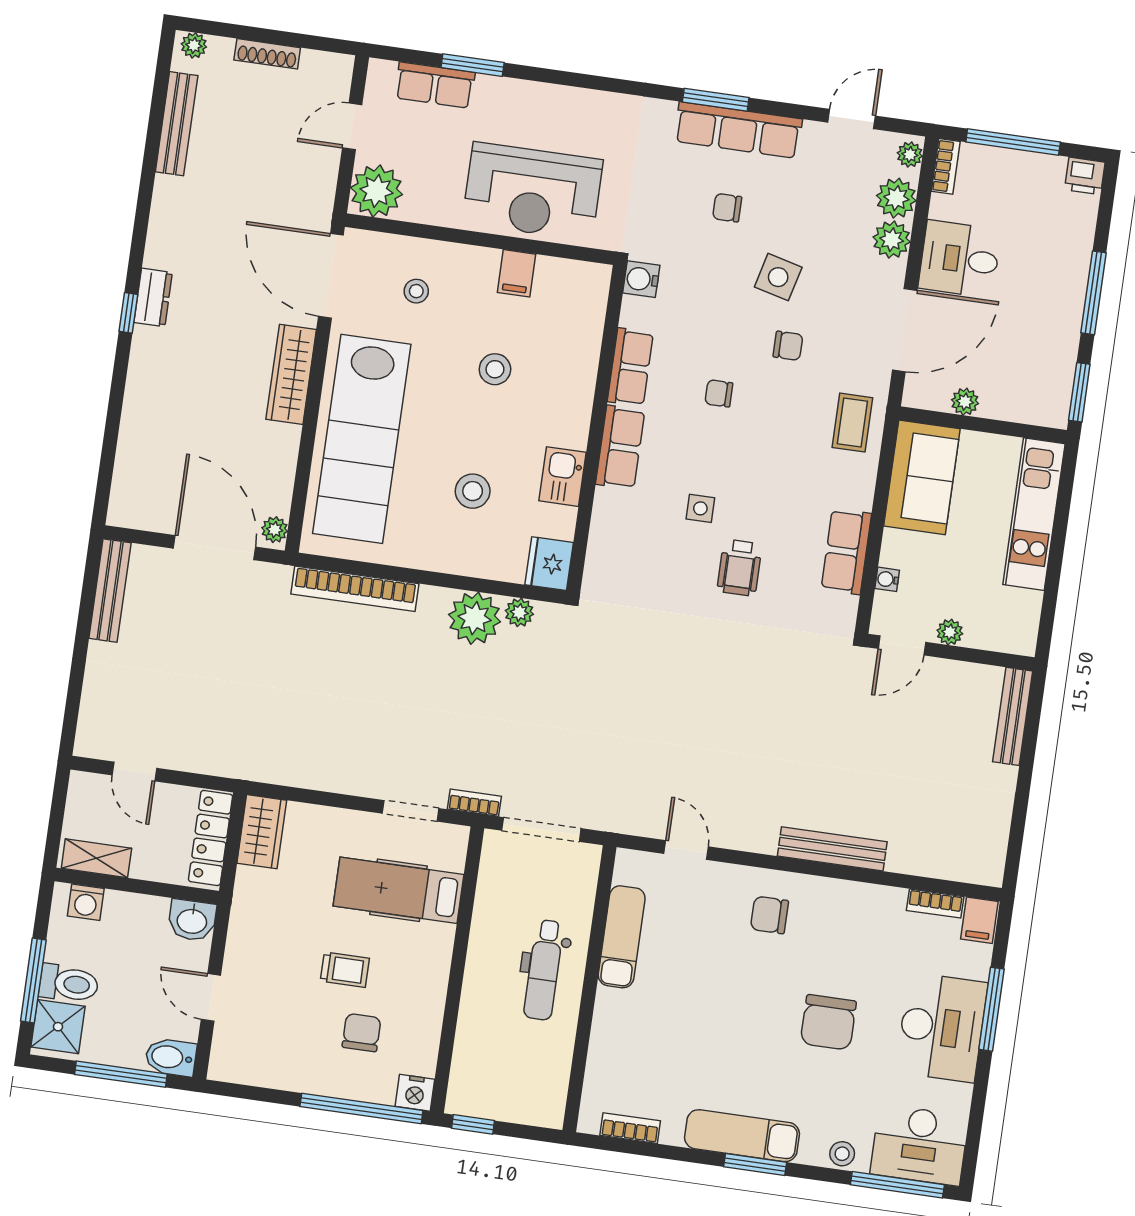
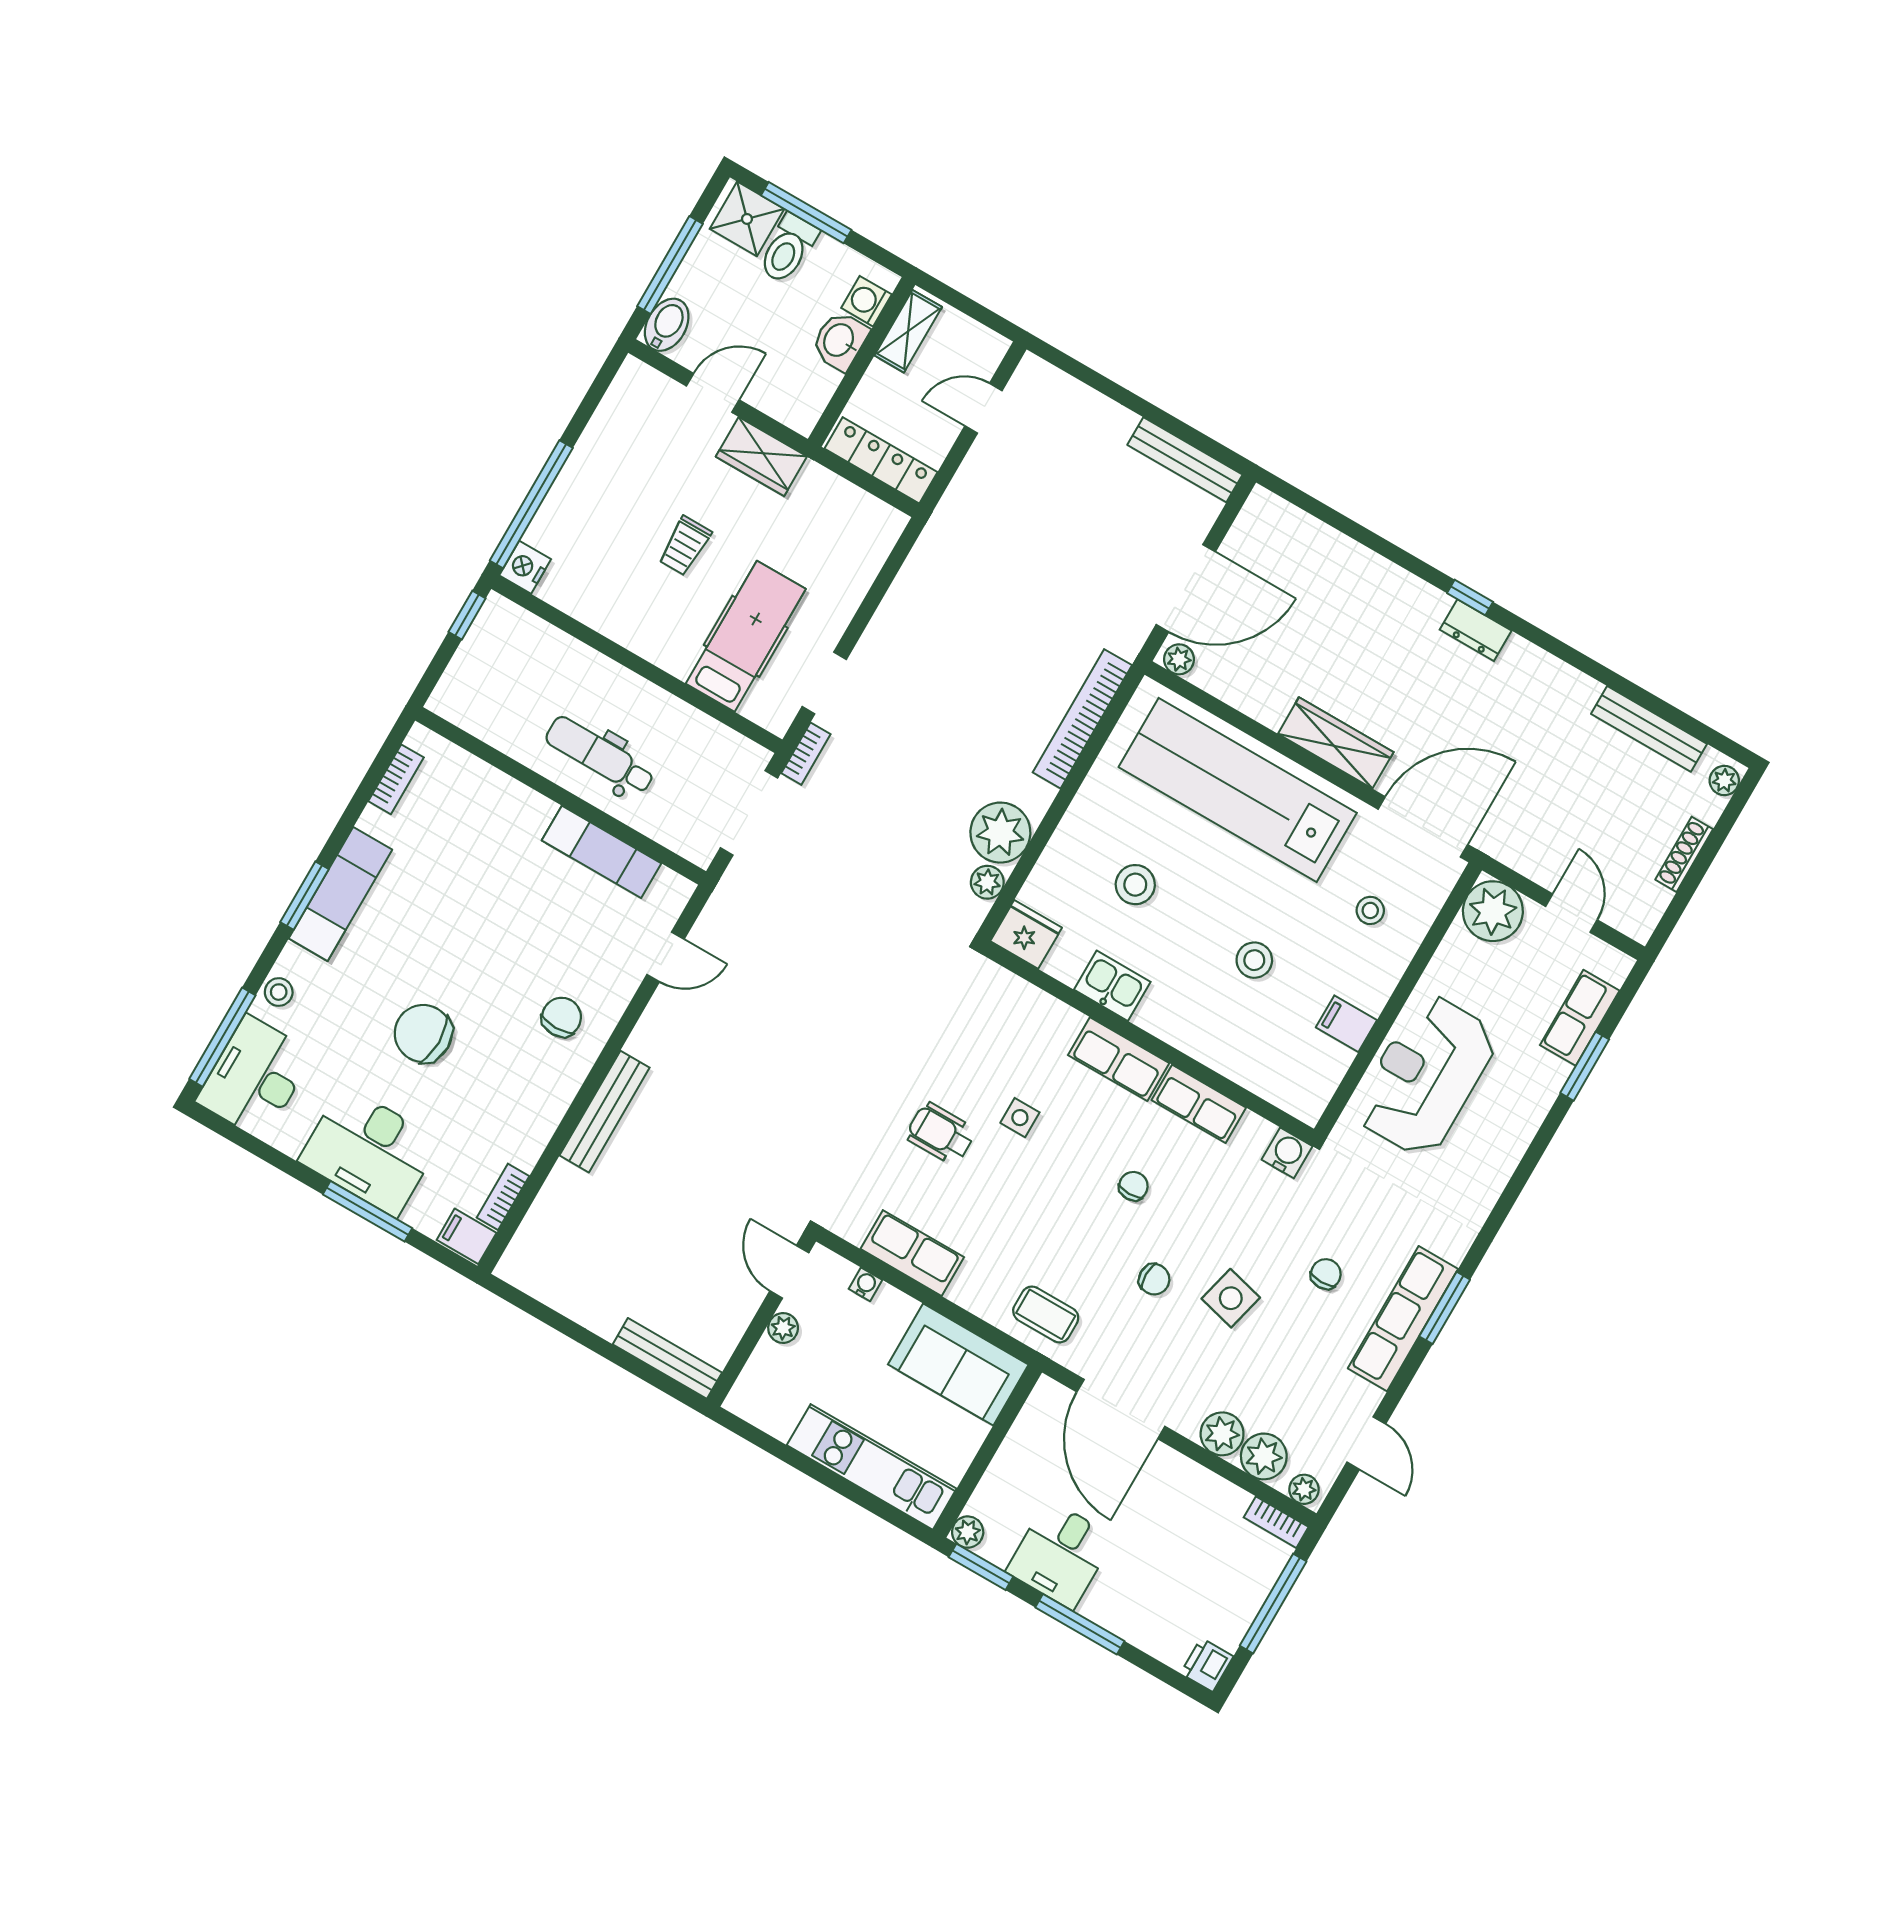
desk: (960, 259) -> (1060, 1554), moved, turned 180
chair: (788, 346) -> (1154, 1279), turned -90
plant: (965, 402) -> (968, 1532), moved
wardrobe: (262, 832) -> (761, 457), moved
washbasin: (192, 920) -> (840, 341), moved
chair: (362, 1032) -> (611, 537), removed

